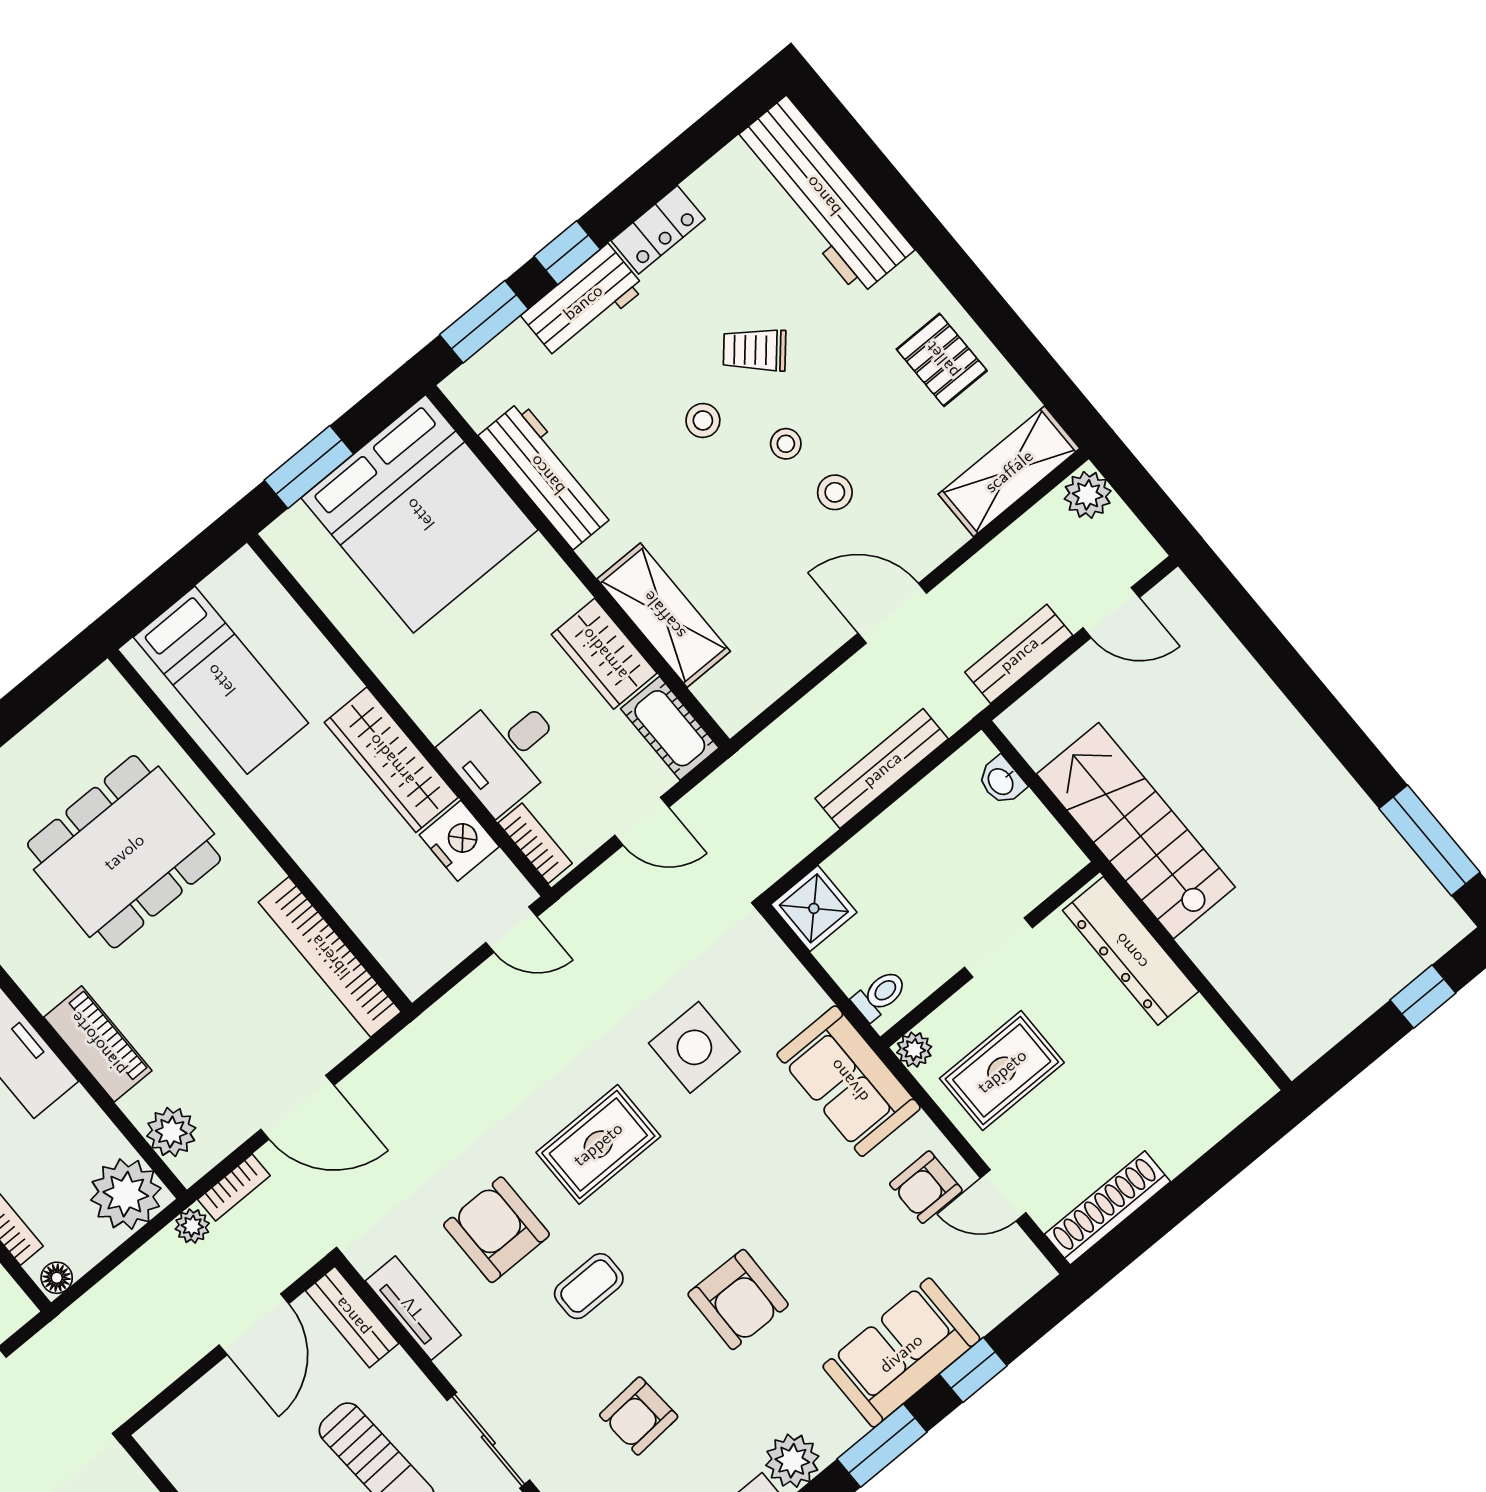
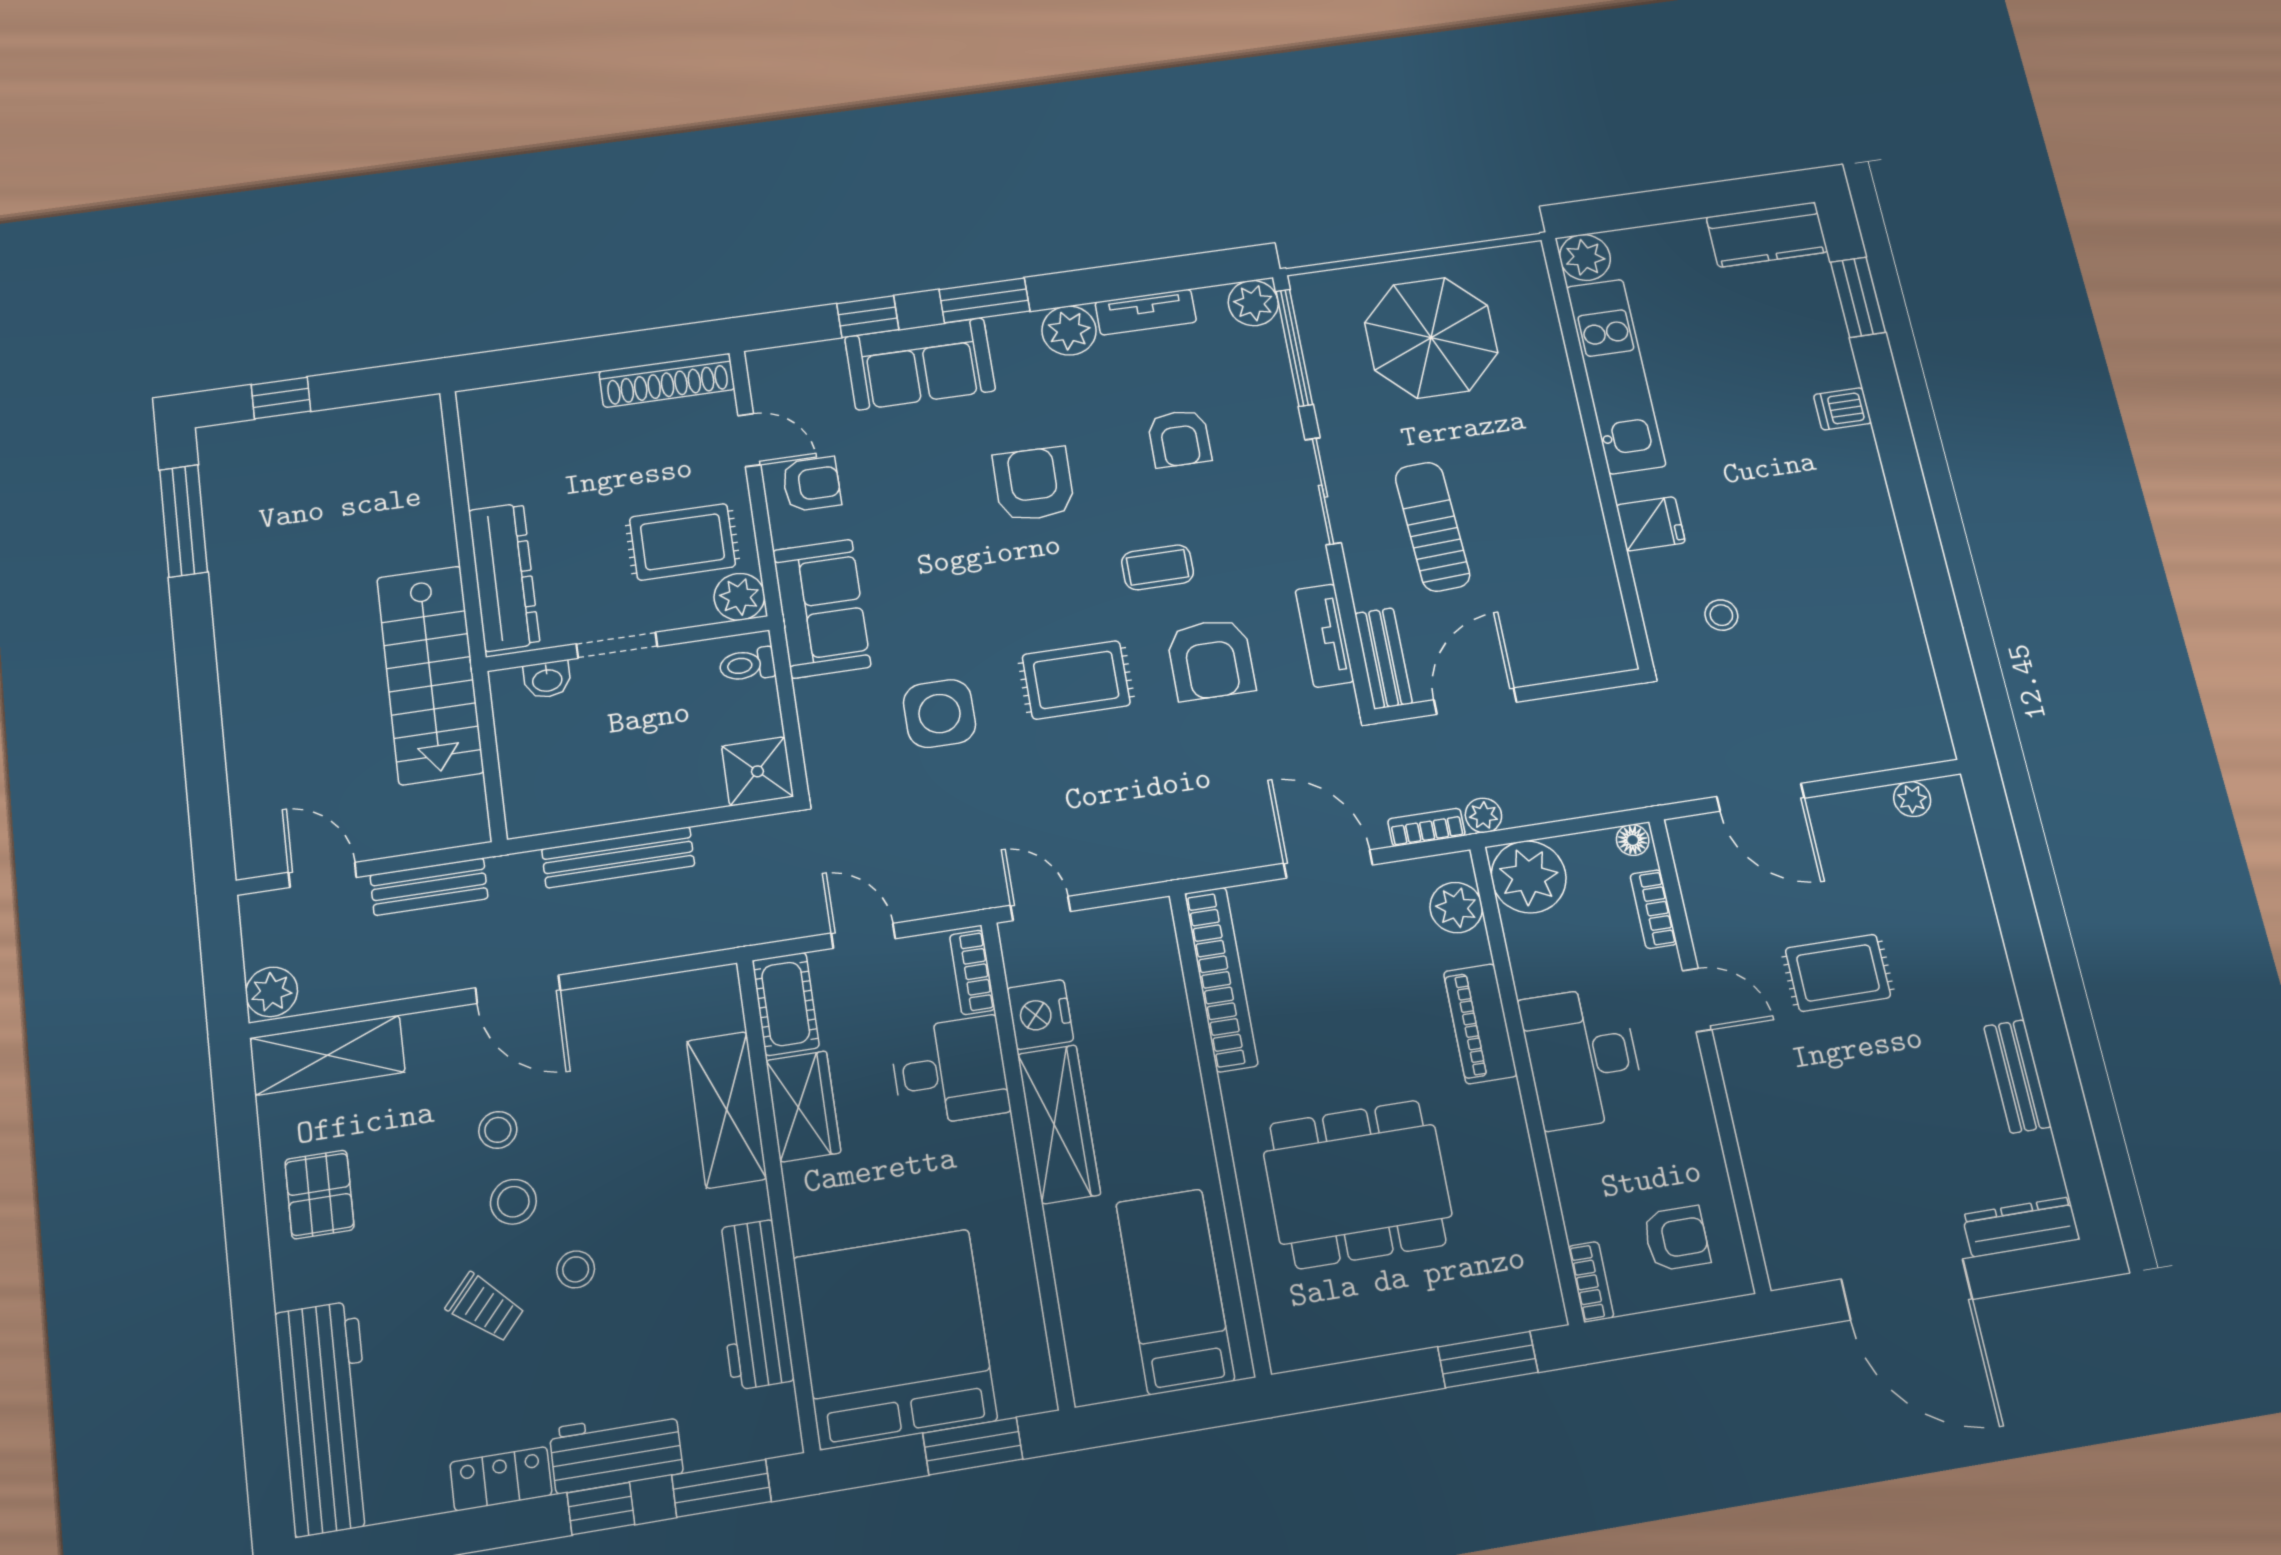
stool: (786, 444) -> (513, 1202), width x1.37, depth x1.37
washbasin: (1001, 781) -> (547, 680), moved, turned 90
plant: (914, 1050) -> (739, 597), width x1.38, depth x1.38
armchair: (639, 1416) -> (1179, 438), turned 94

